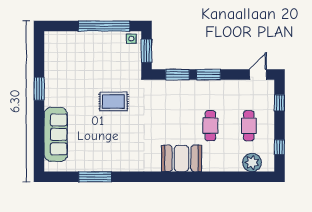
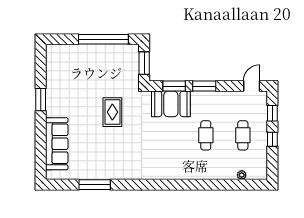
side table: (131, 39) -> (130, 51), removed
rug: (114, 102) -> (112, 112), turned 90
window: (279, 147) -> (272, 139), moved
booth: (181, 158) -> (171, 104), moved
plant: (252, 162) -> (242, 175), width x0.53, depth x0.53

